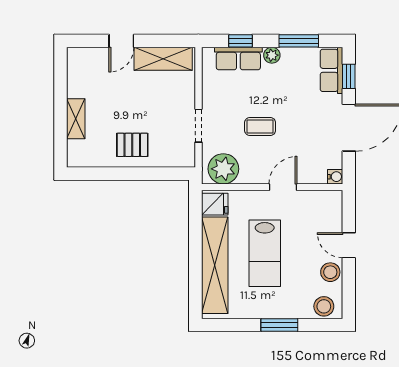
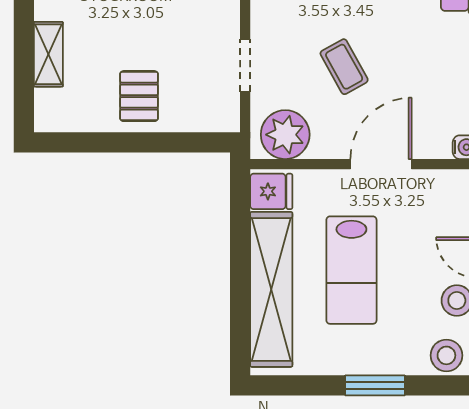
coffee table: (260, 126) -> (344, 67), turned 61
pallet: (132, 145) -> (139, 96), turned 90
door: (283, 187) -> (381, 164), width x1.38

